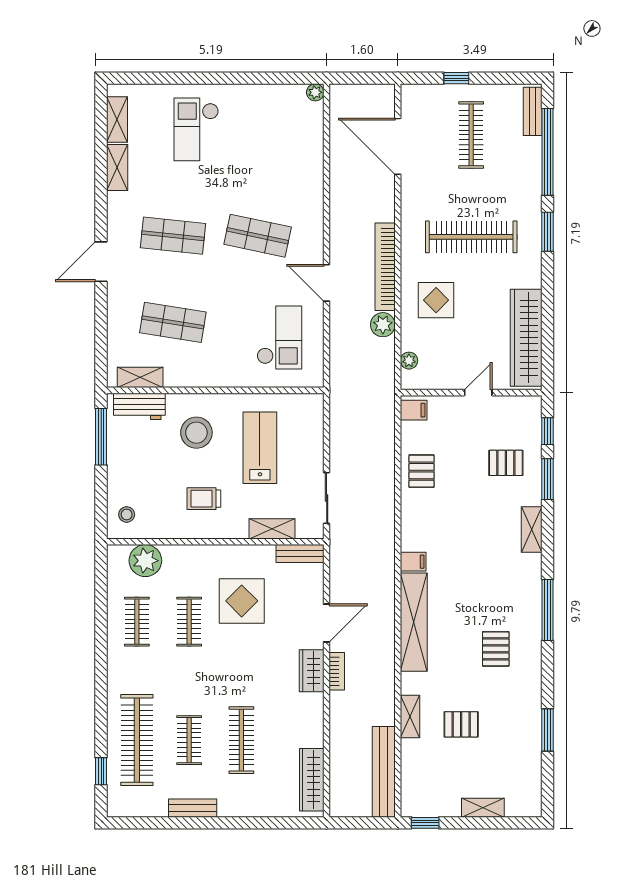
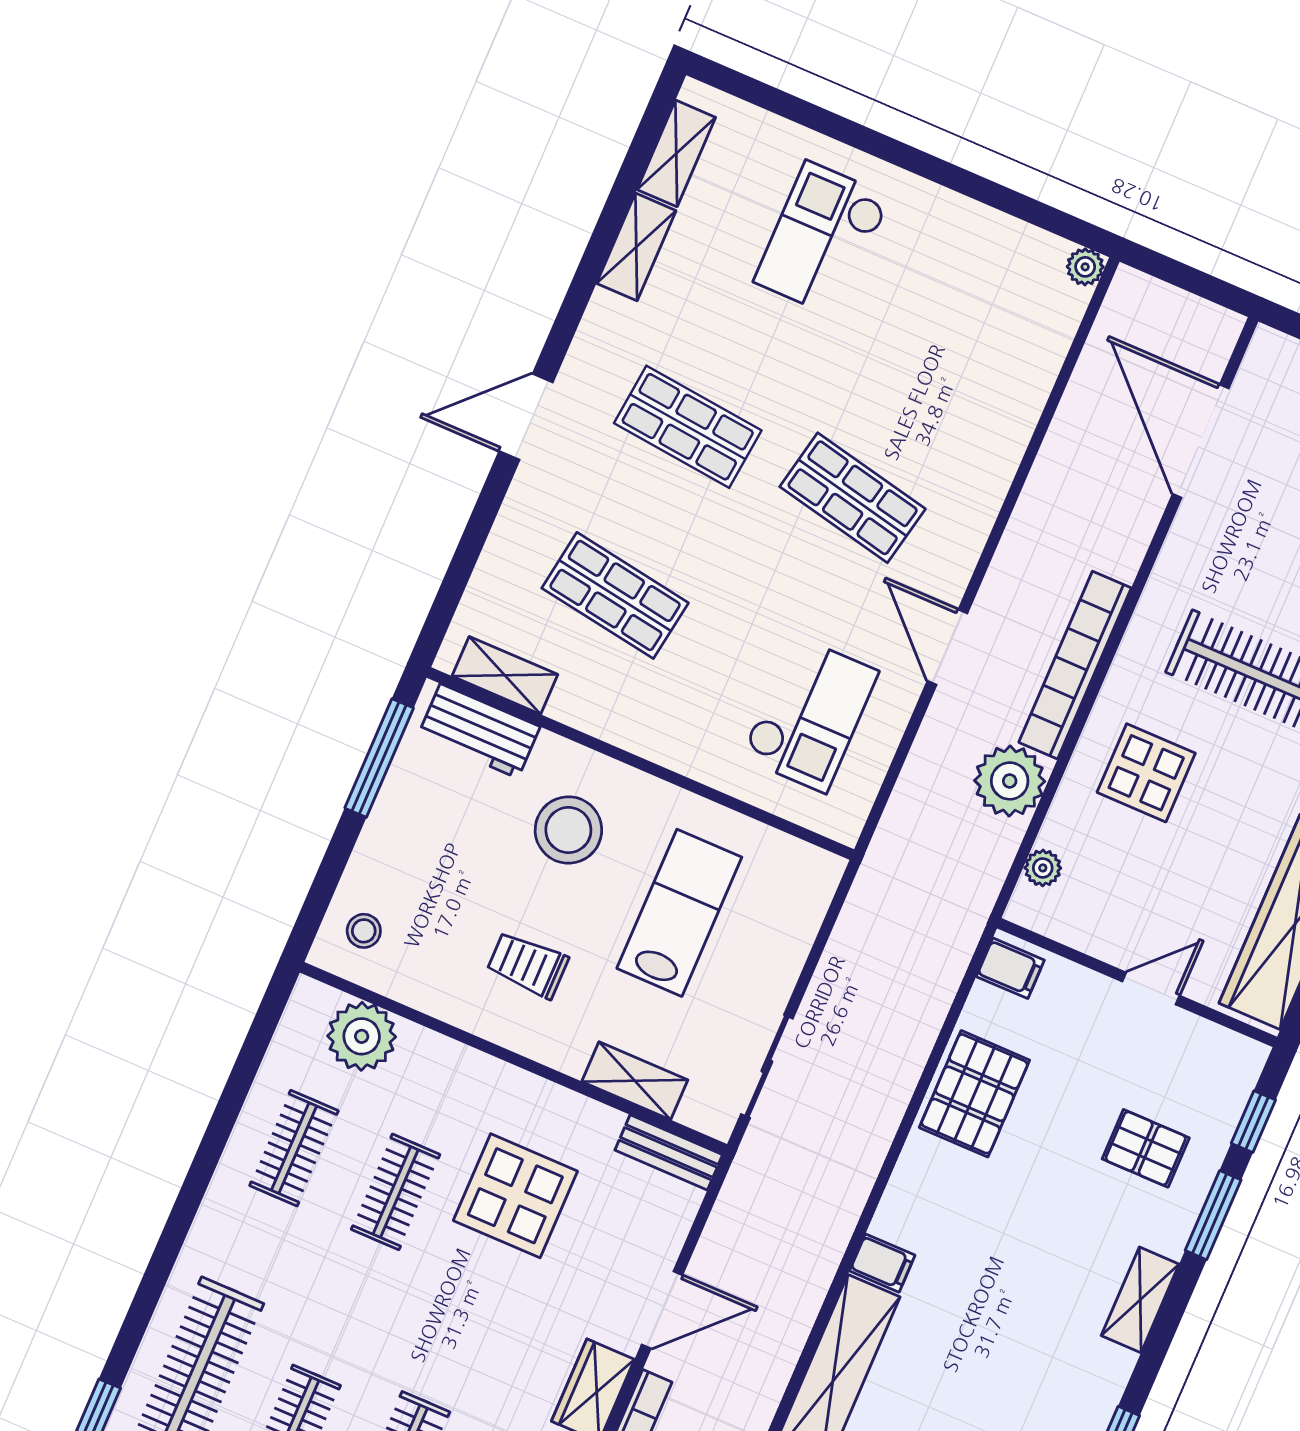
plant: (383, 325) -> (1010, 781), width x1.36, depth x1.36
pallet: (422, 471) -> (974, 1094), width x1.50, depth x1.42

